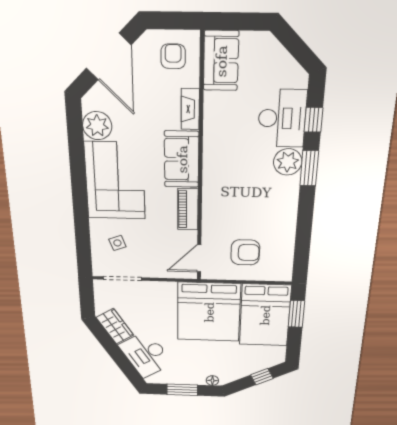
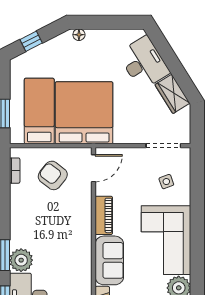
armchair: (245, 252) -> (53, 175), turned 38
bookcase: (288, 258) -> (15, 171), added
bed: (265, 315) -> (39, 111), width x0.67
window: (182, 390) -> (108, 22), removed

